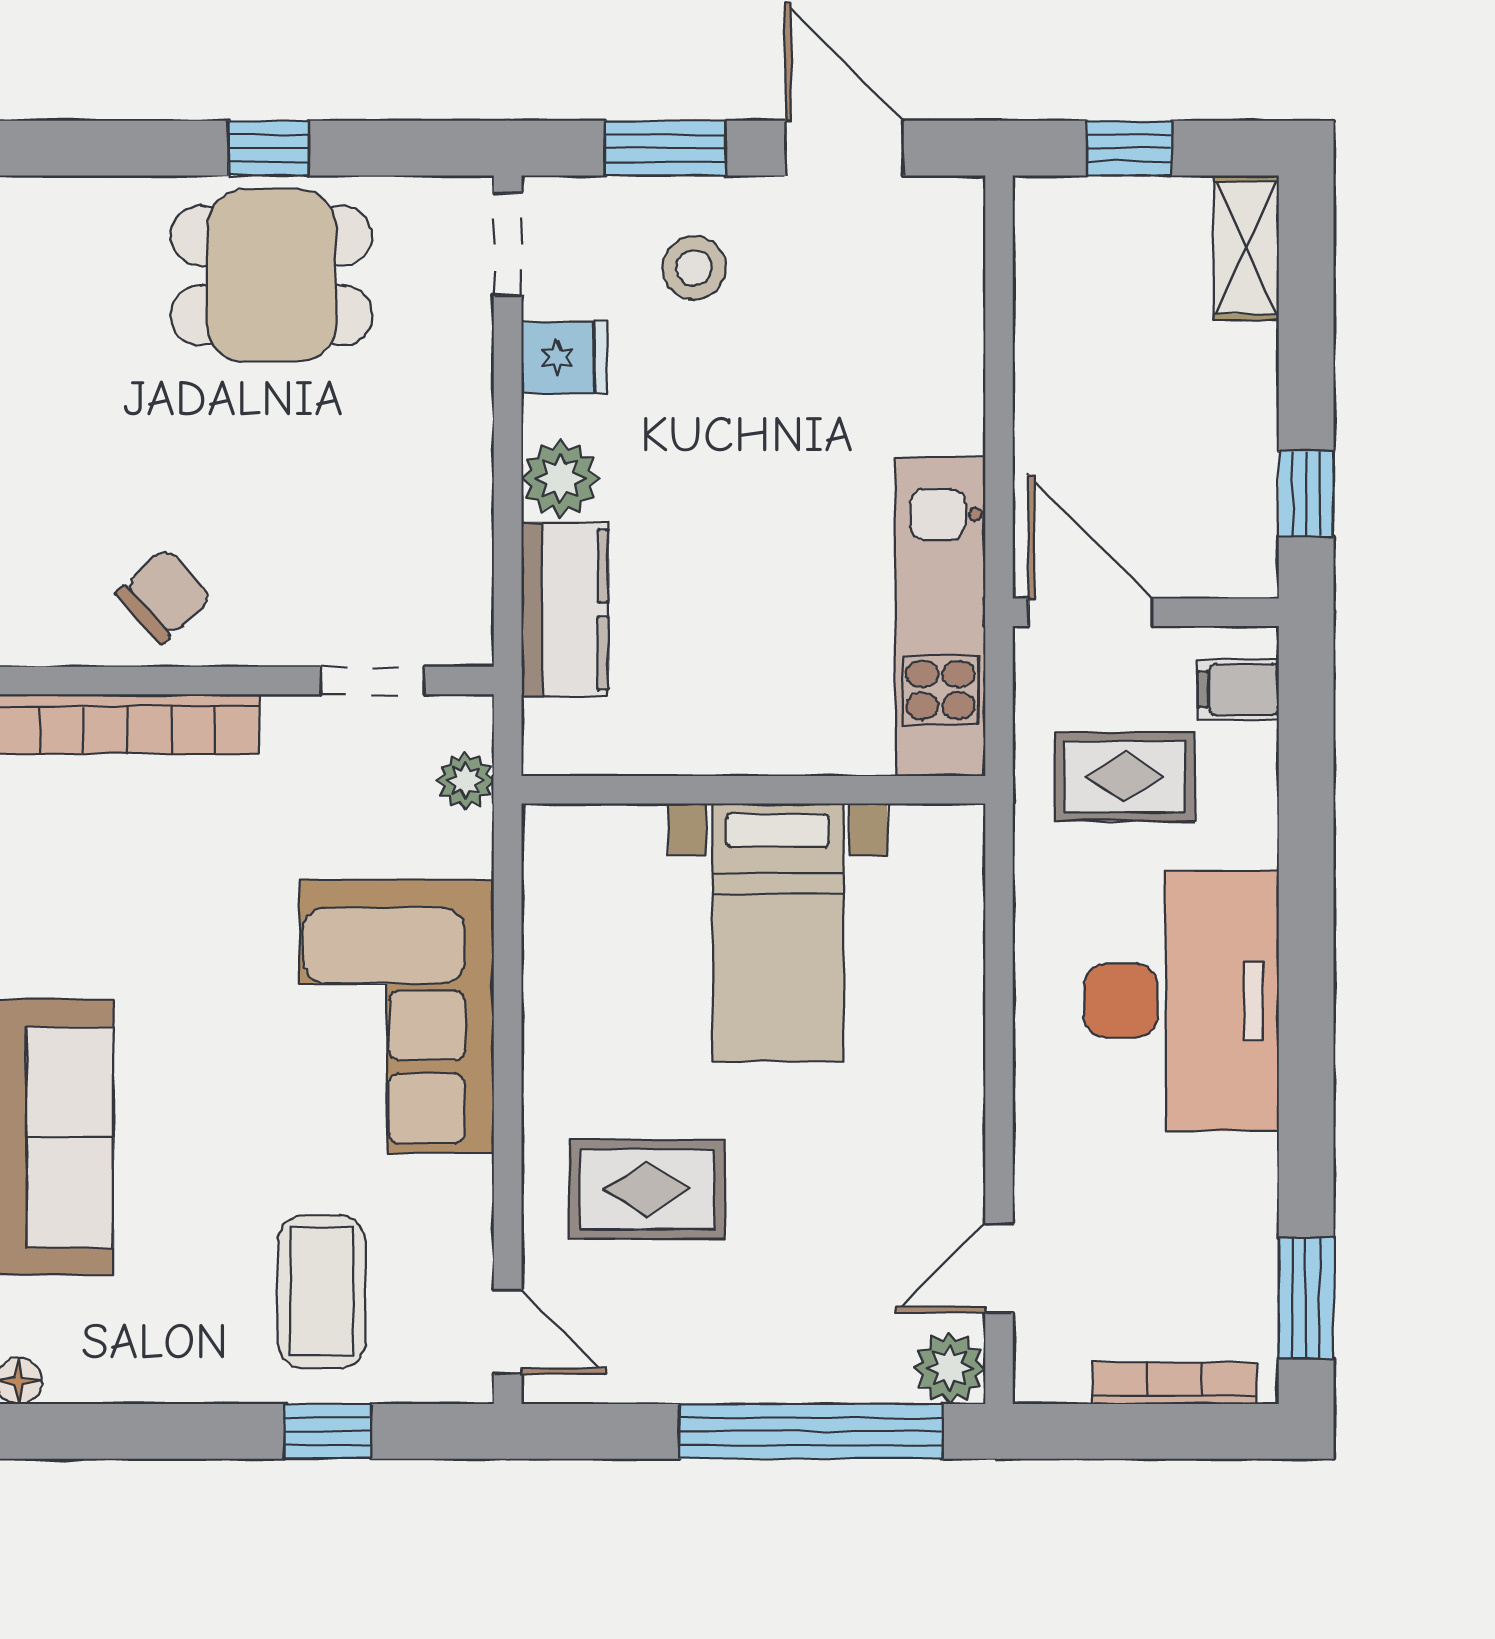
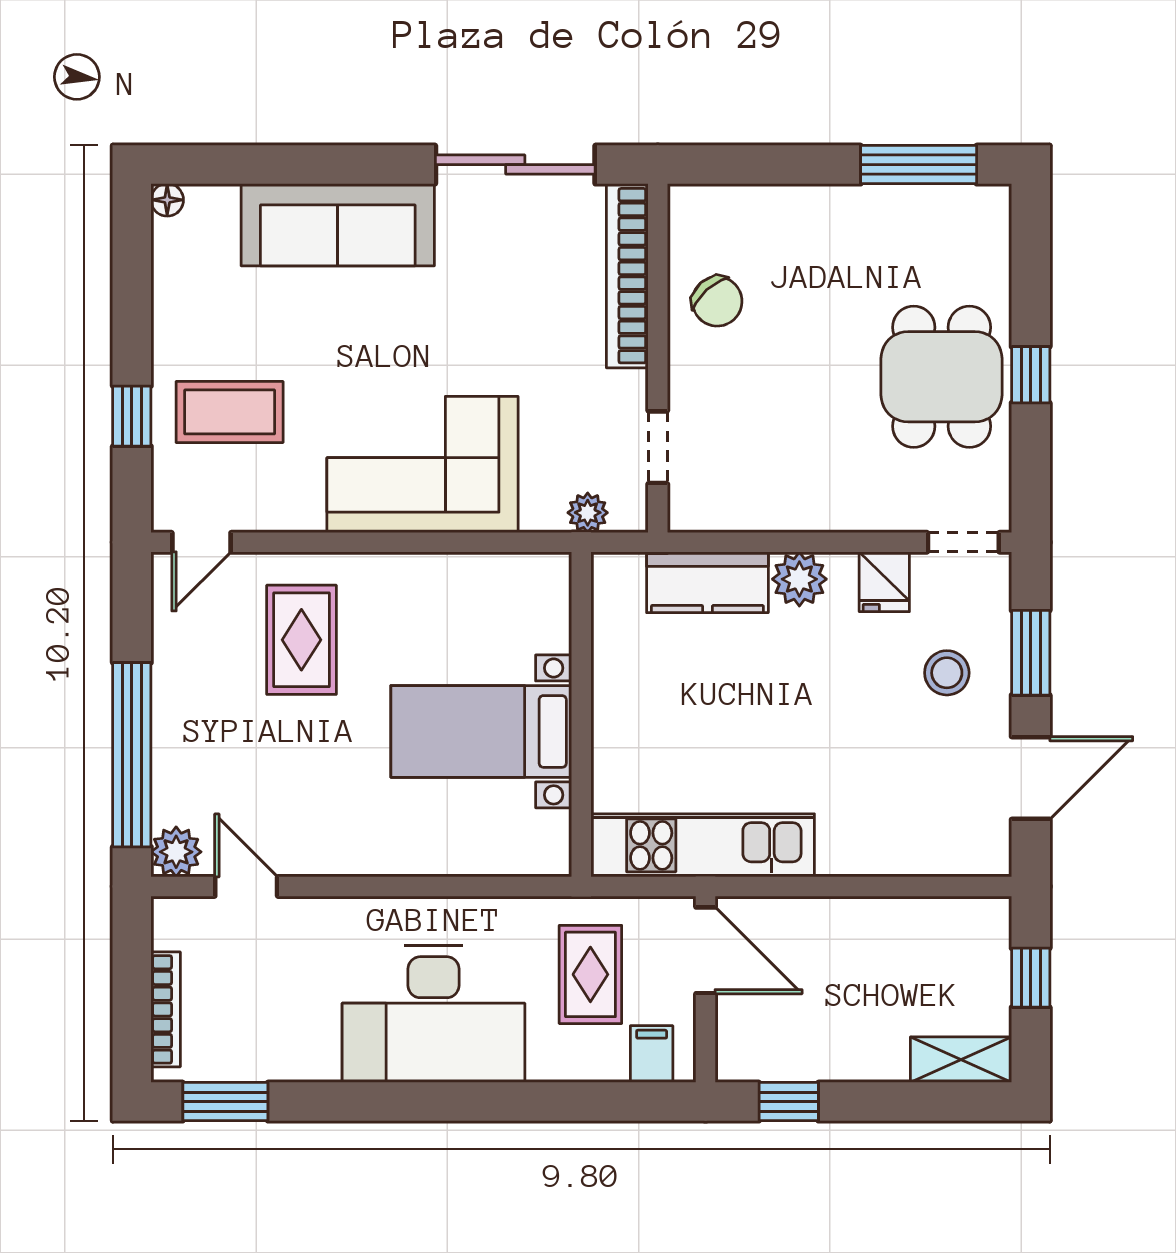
door: (1090, 612) -> (706, 950), hinge flipped

